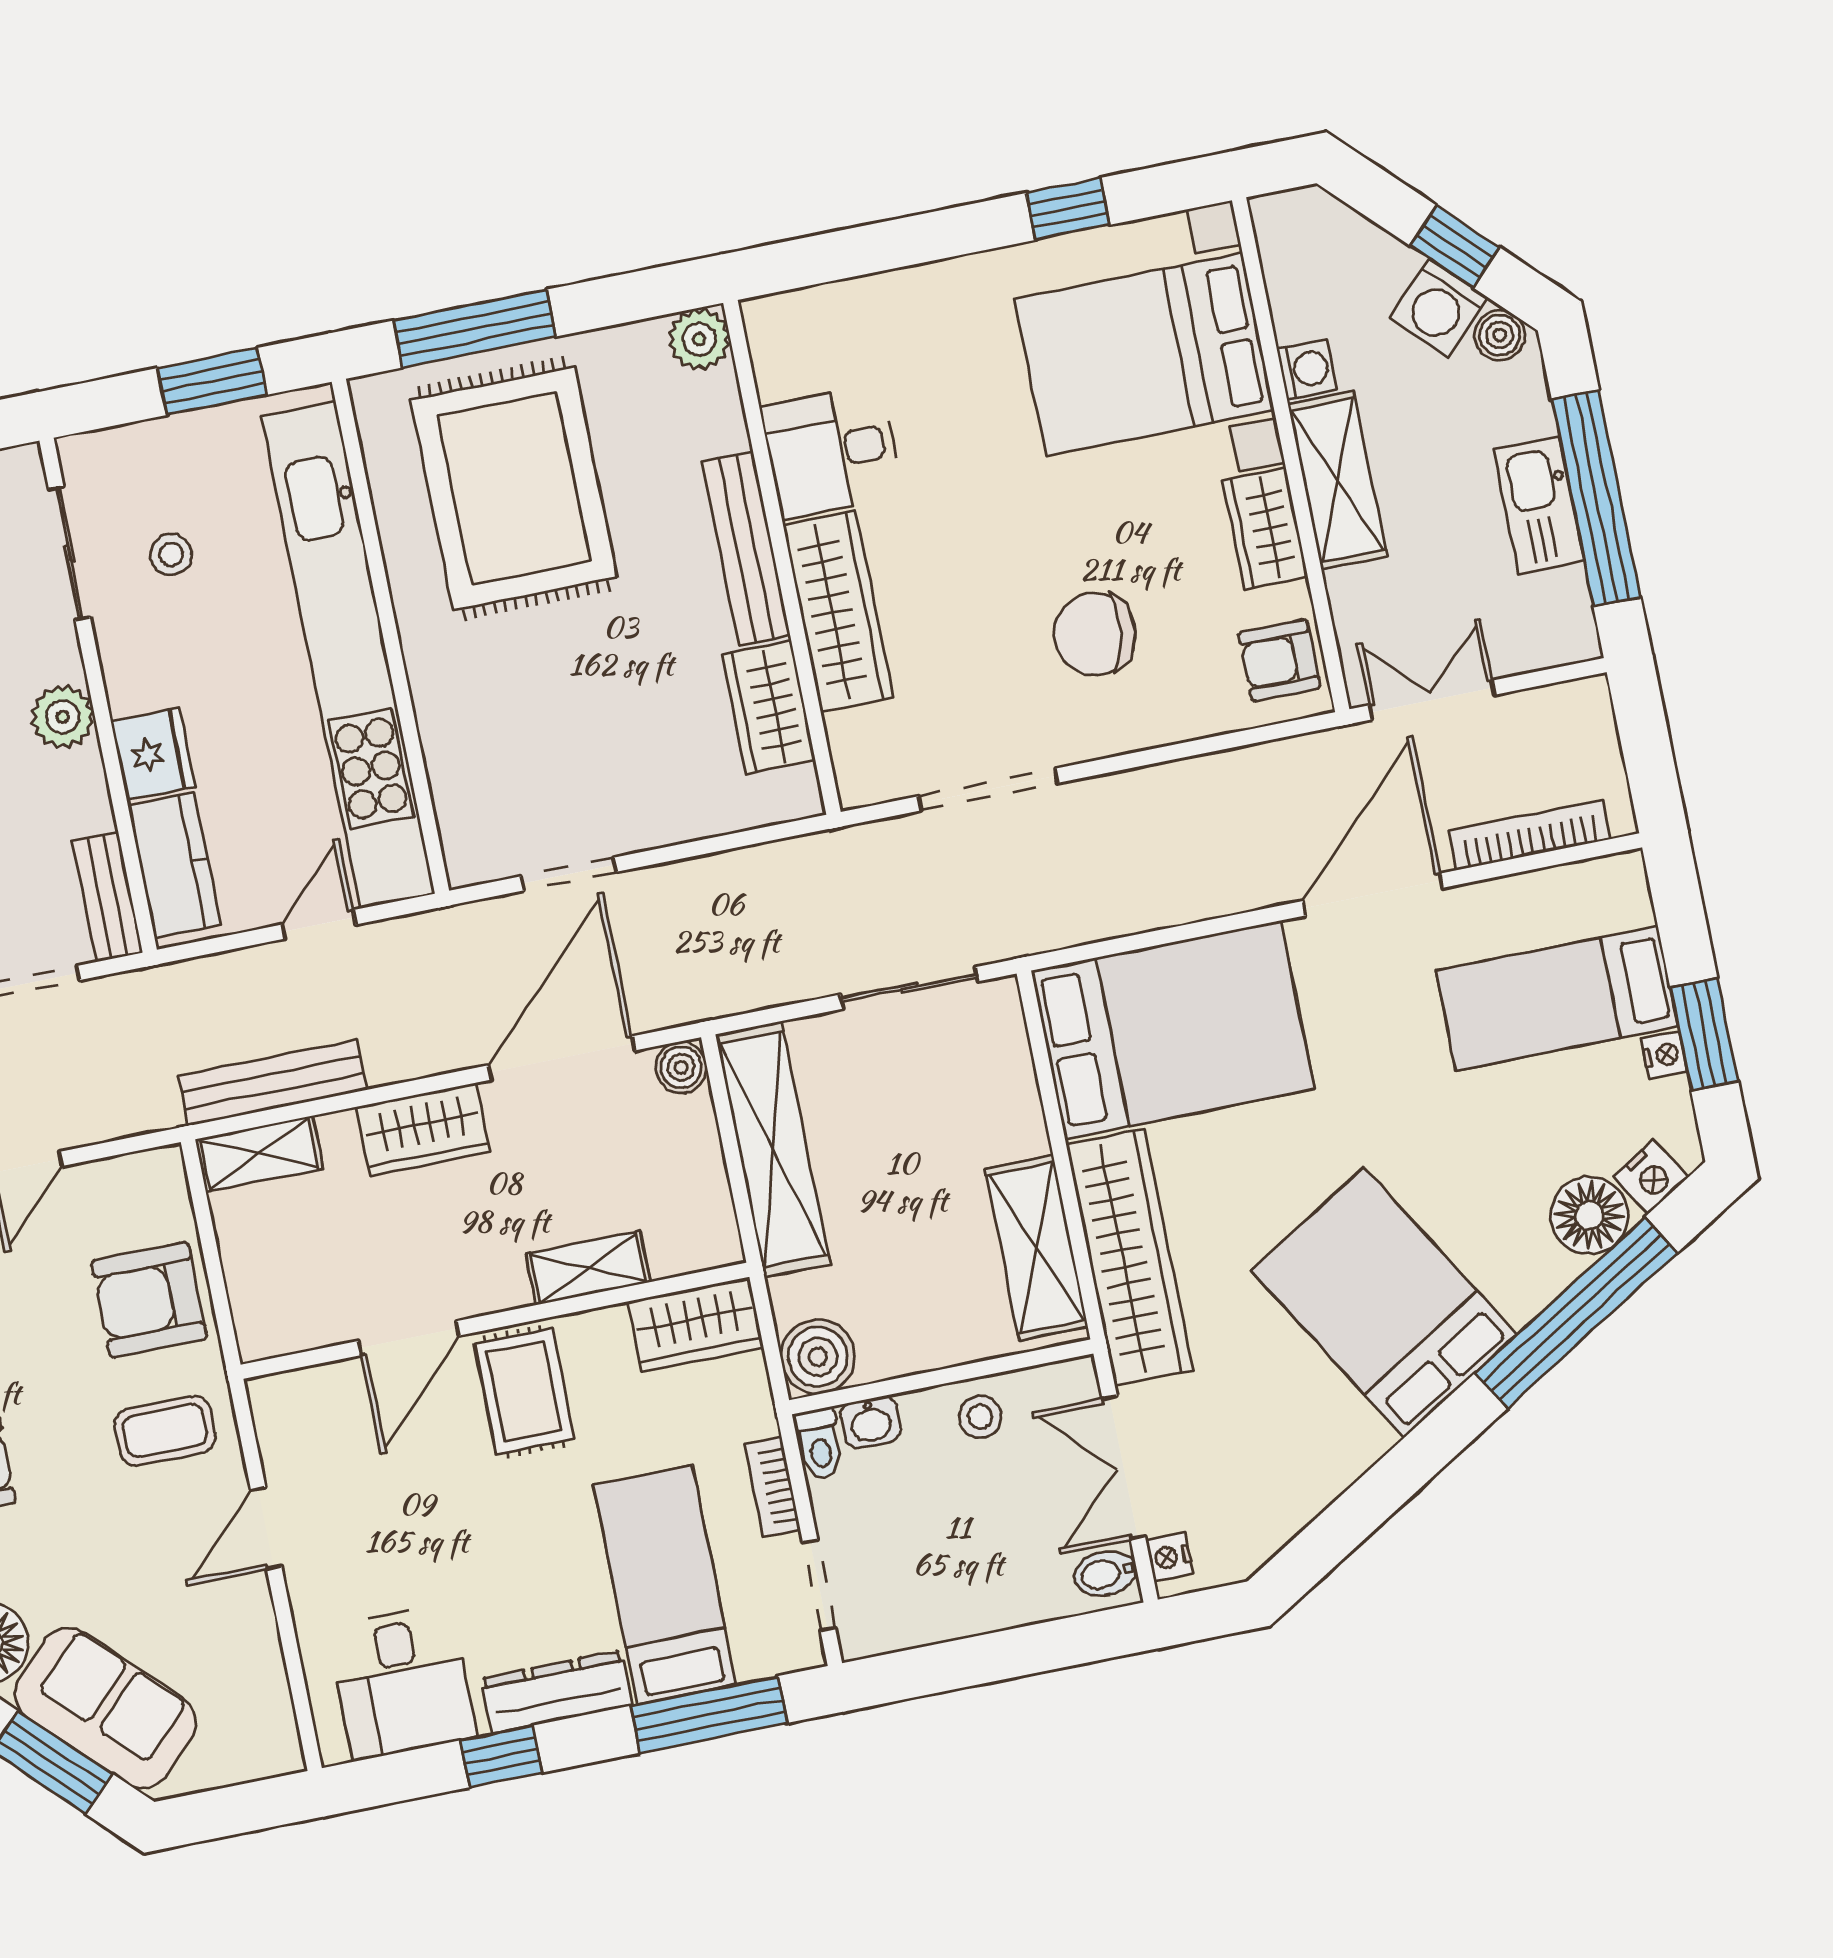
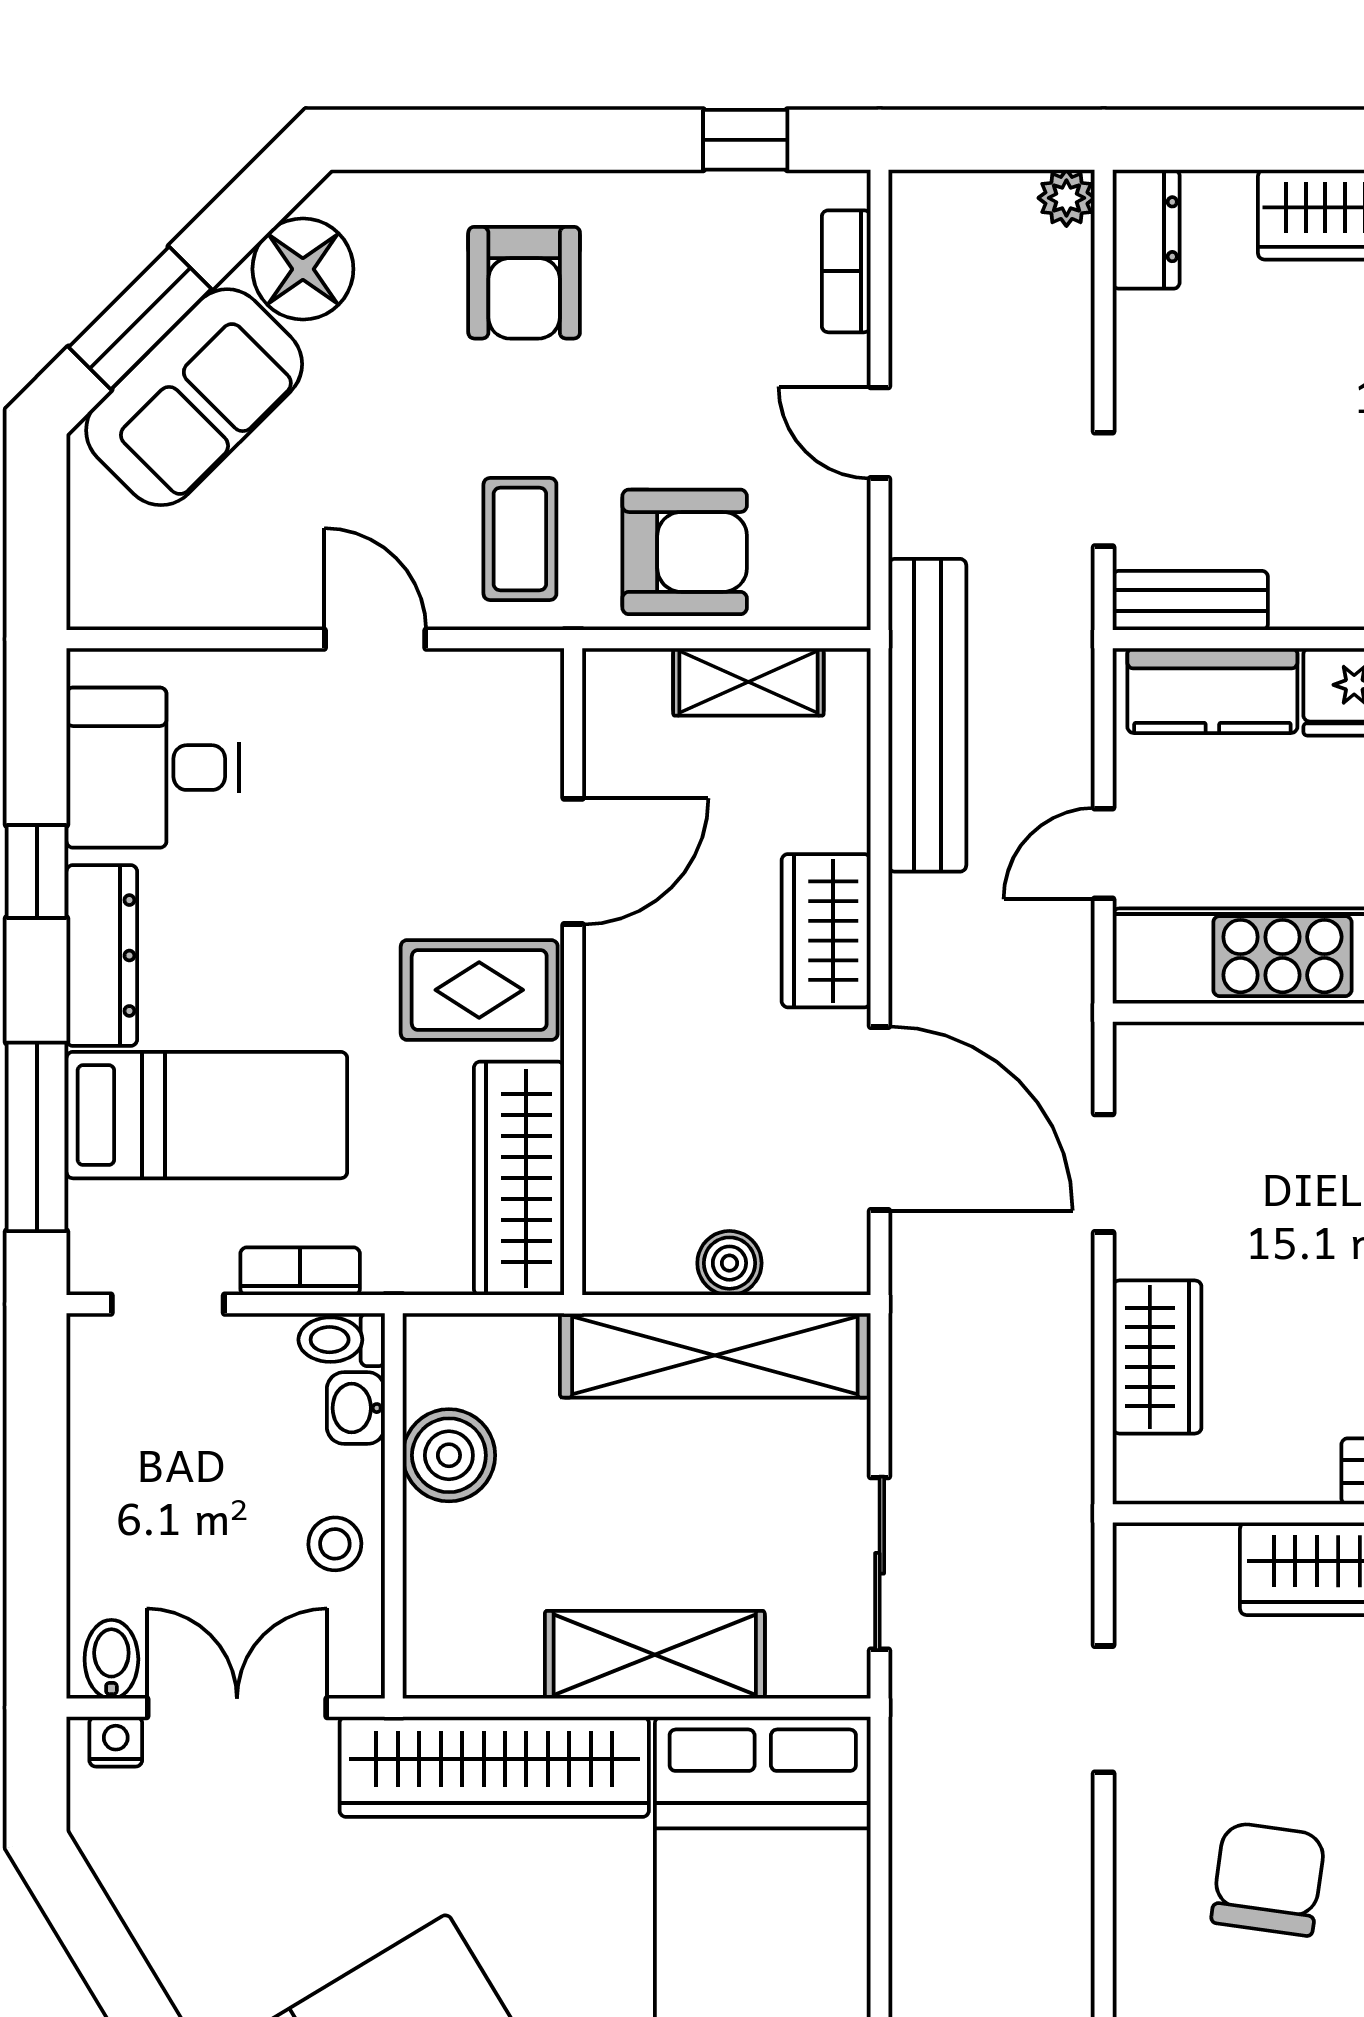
wardrobe: (769, 707) -> (1157, 1357), moved, turned 90
doorway: (988, 789) -> (1104, 1709), width x0.73
door: (319, 924) -> (1104, 853), swing flipped
boiler: (681, 1067) -> (729, 1263), moved
bench: (272, 1083) -> (927, 715), width x1.37, depth x1.21
shelving: (259, 1154) -> (748, 682), moved, turned 90
shelving: (1036, 1248) -> (655, 1655), moved
shelving: (588, 1268) -> (615, 1099), removed
armchair: (149, 1300) -> (685, 552), turned 90
wardrobe: (696, 1324) -> (519, 1178), width x1.50
door: (409, 1338) -> (573, 861), swing flipped
boiler: (818, 1357) -> (449, 1455), moved

